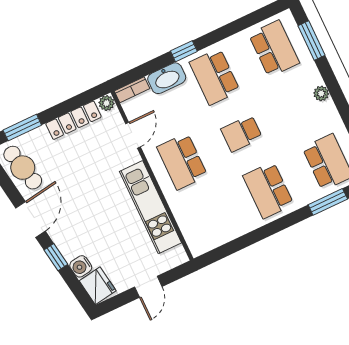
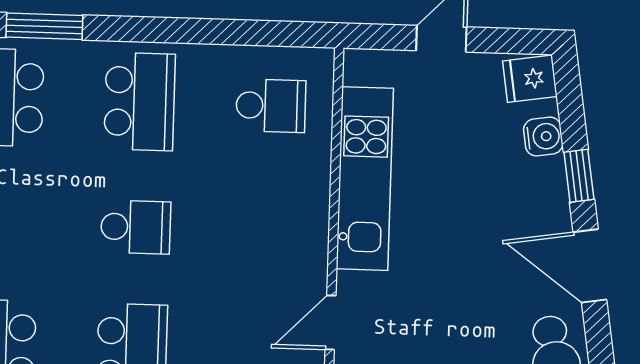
school desk: (182, 161) -> (271, 106), moved, width x0.54
door: (31, 219) -> (590, 266), hinge flipped
fridge: (98, 286) -> (530, 79), width x0.72

